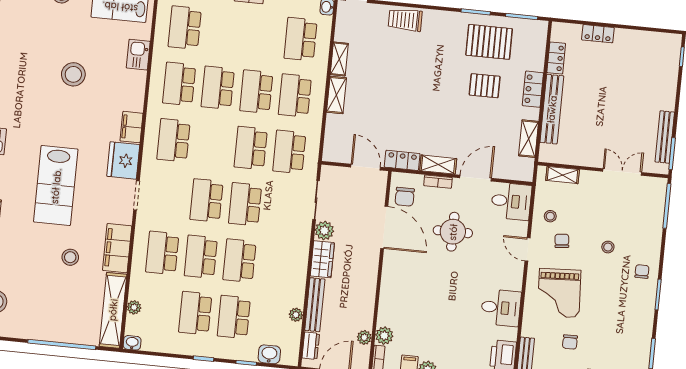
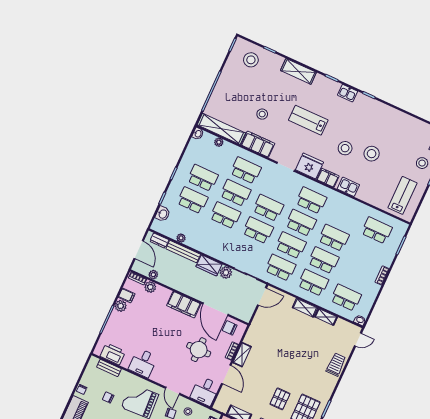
kitchen sink: (138, 55) -> (348, 187), moved
school desk: (179, 84) -> (301, 223), moved
stool: (79, 117) -> (345, 148), added
locker: (402, 160) -> (252, 334), removed
door: (366, 167) -> (262, 296), moved
lab bench: (56, 186) -> (308, 120), width x0.73, depth x0.72
door: (384, 227) -> (215, 309), hinge flipped
door: (527, 249) -> (173, 391), swing flipped
filing cabinet: (394, 277) -> (184, 305), added

